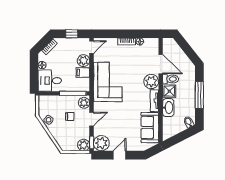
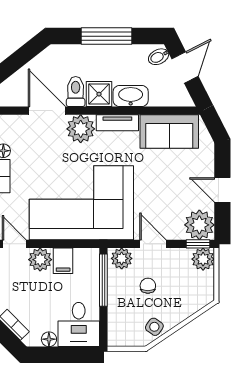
door: (161, 64) -> (47, 111), hinge flipped
corner sofa: (108, 82) -> (81, 203), width x1.36, depth x1.36
door: (183, 136) -> (185, 67), added

